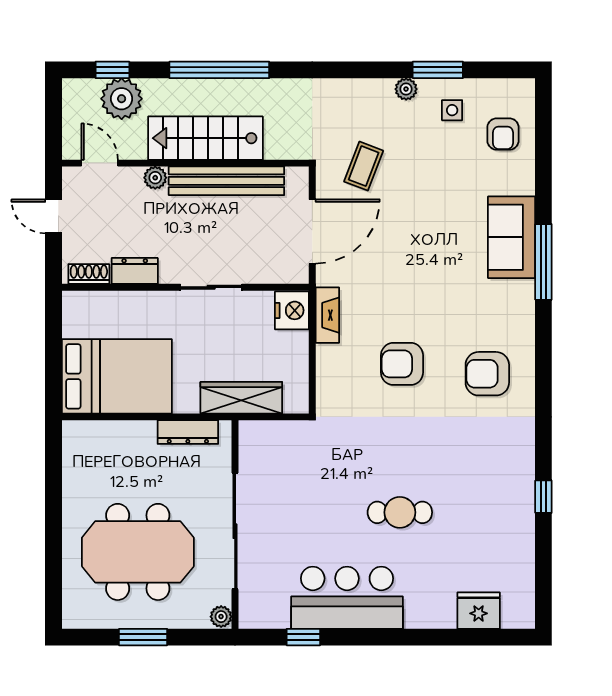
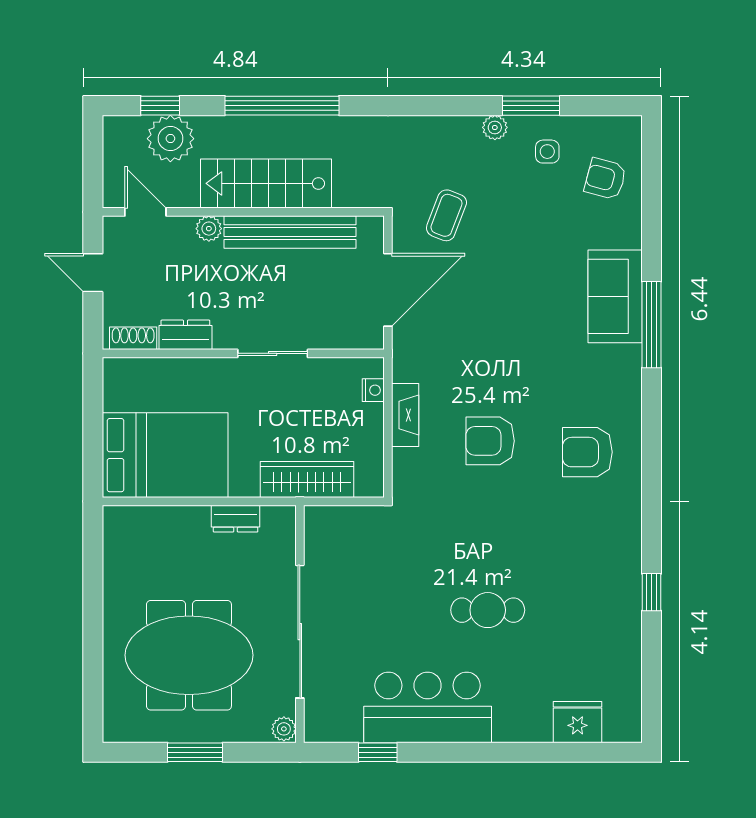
armchair: (503, 134) -> (605, 179), turned 105
nightstand: (292, 310) -> (373, 390), width x0.53, depth x0.56
fireplace: (327, 315) -> (405, 415), moved
dresser: (188, 432) -> (236, 519), width x0.70

